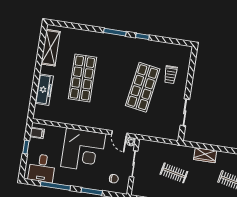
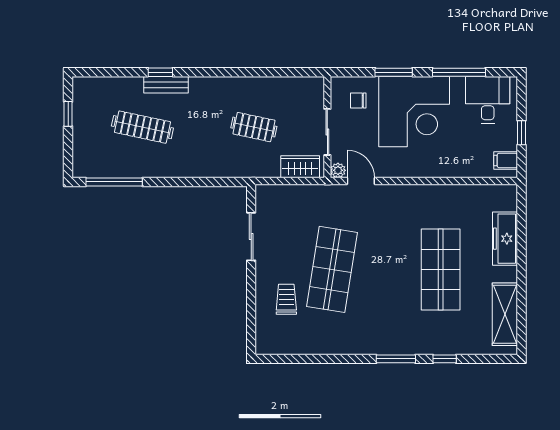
window: (142, 36) -> (445, 359), moved
corner desk: (83, 150) -> (414, 112), moved, turned 180
wardrobe: (205, 155) -> (300, 167), moved

